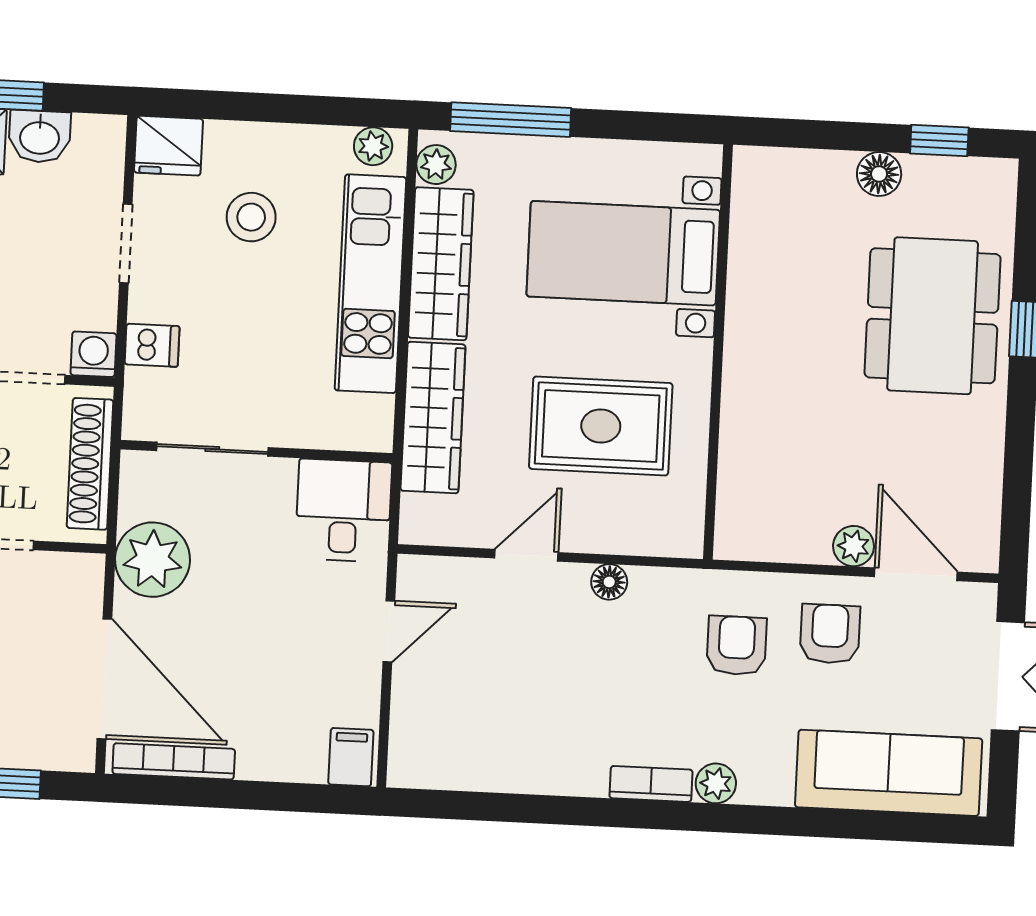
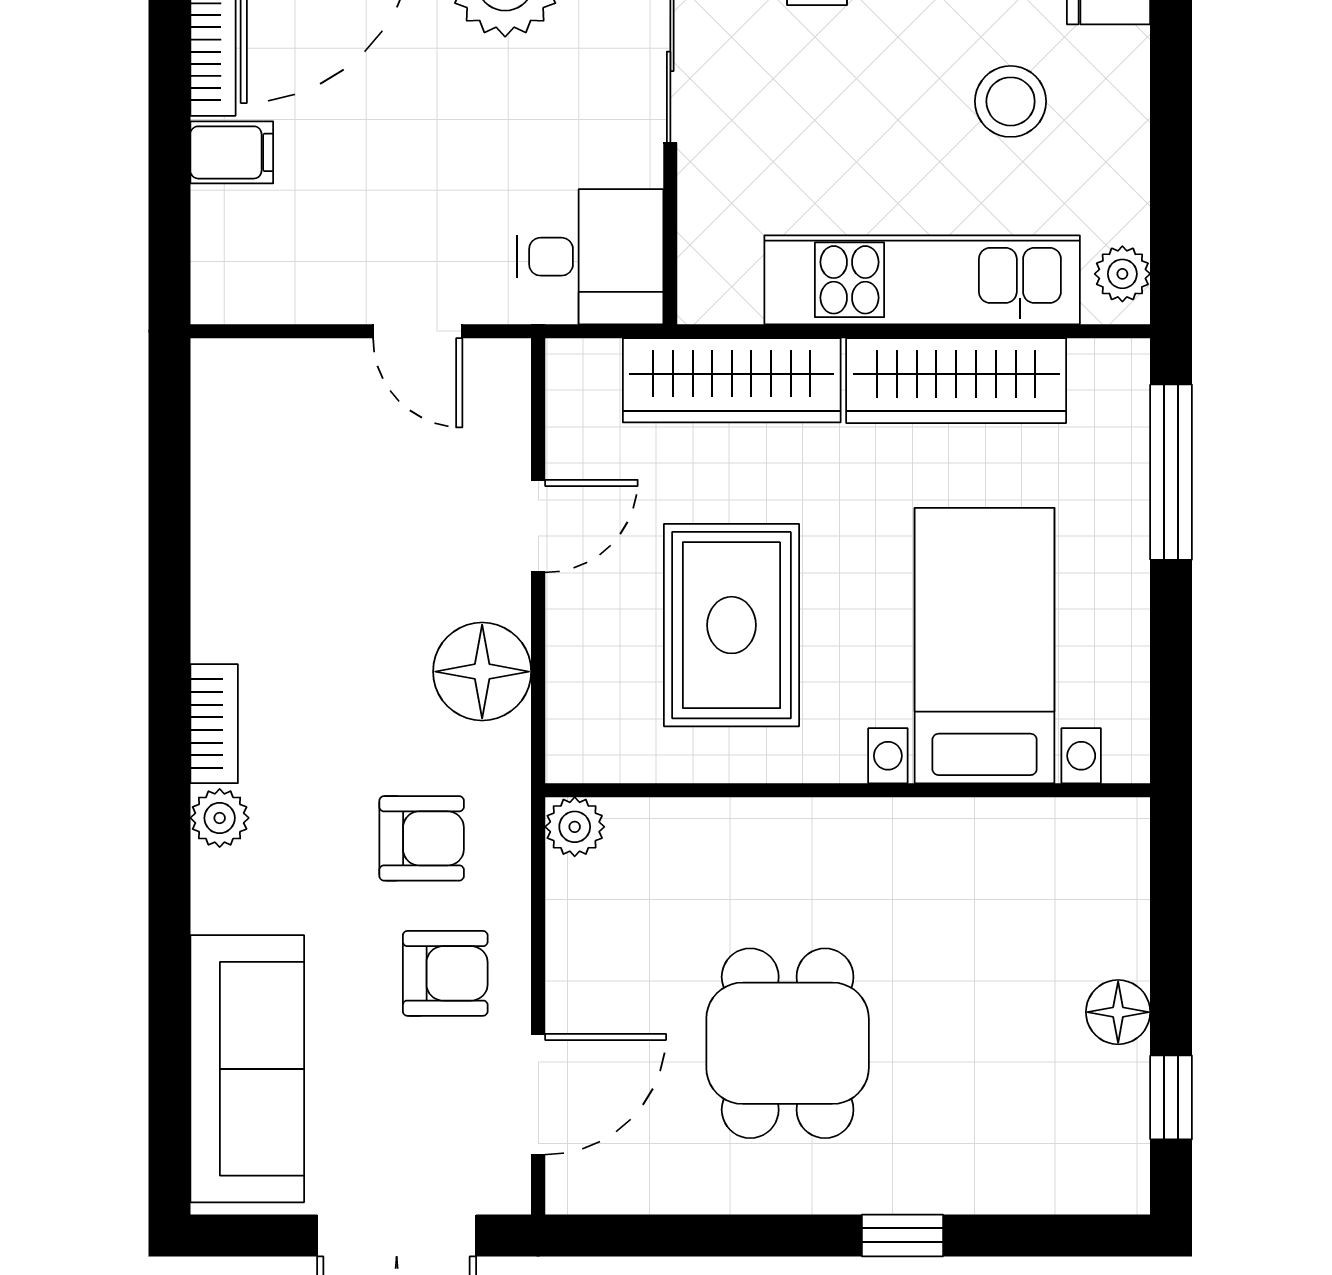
plant: (436, 165) -> (1100, 367), removed
dining table: (933, 316) -> (788, 1043), moved, width x0.73
plant: (854, 546) -> (575, 827), moved
door: (526, 555) -> (538, 526), hinge flipped
floor lamp: (609, 582) -> (482, 672), width x1.89, depth x1.89
filing cabinet: (351, 757) -> (232, 152), moved

